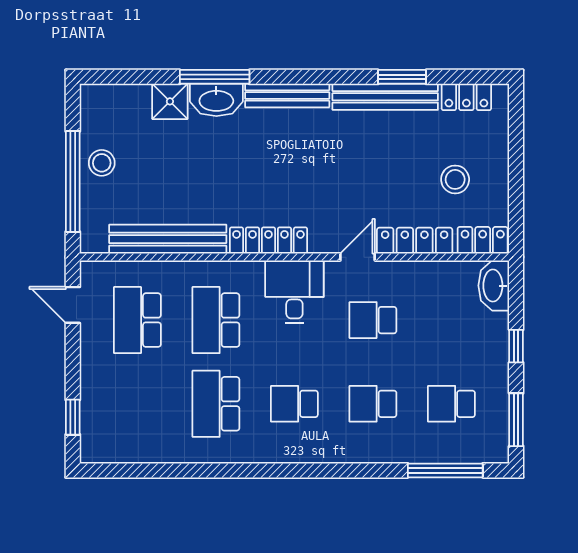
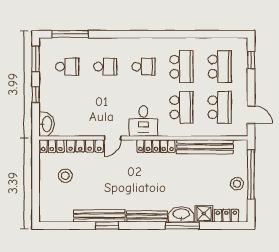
window: (402, 77) -> (107, 226), moved
locker: (466, 97) -> (226, 216), moved
school desk: (373, 320) -> (220, 67), moved, width x1.85

